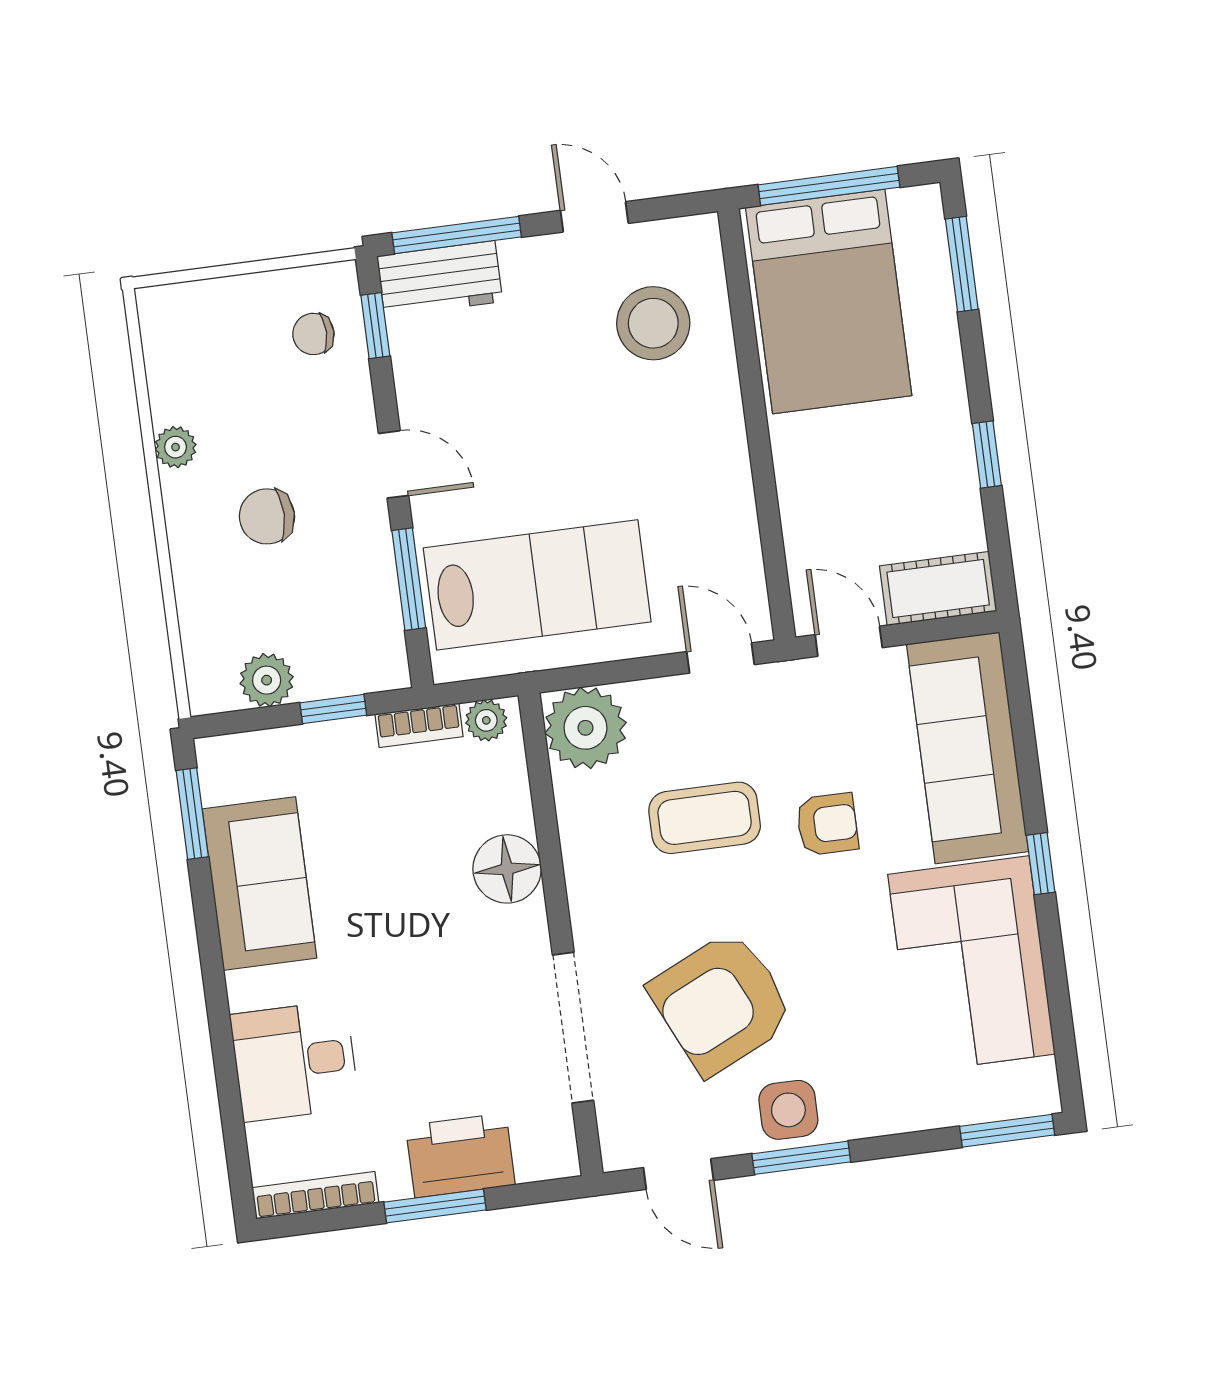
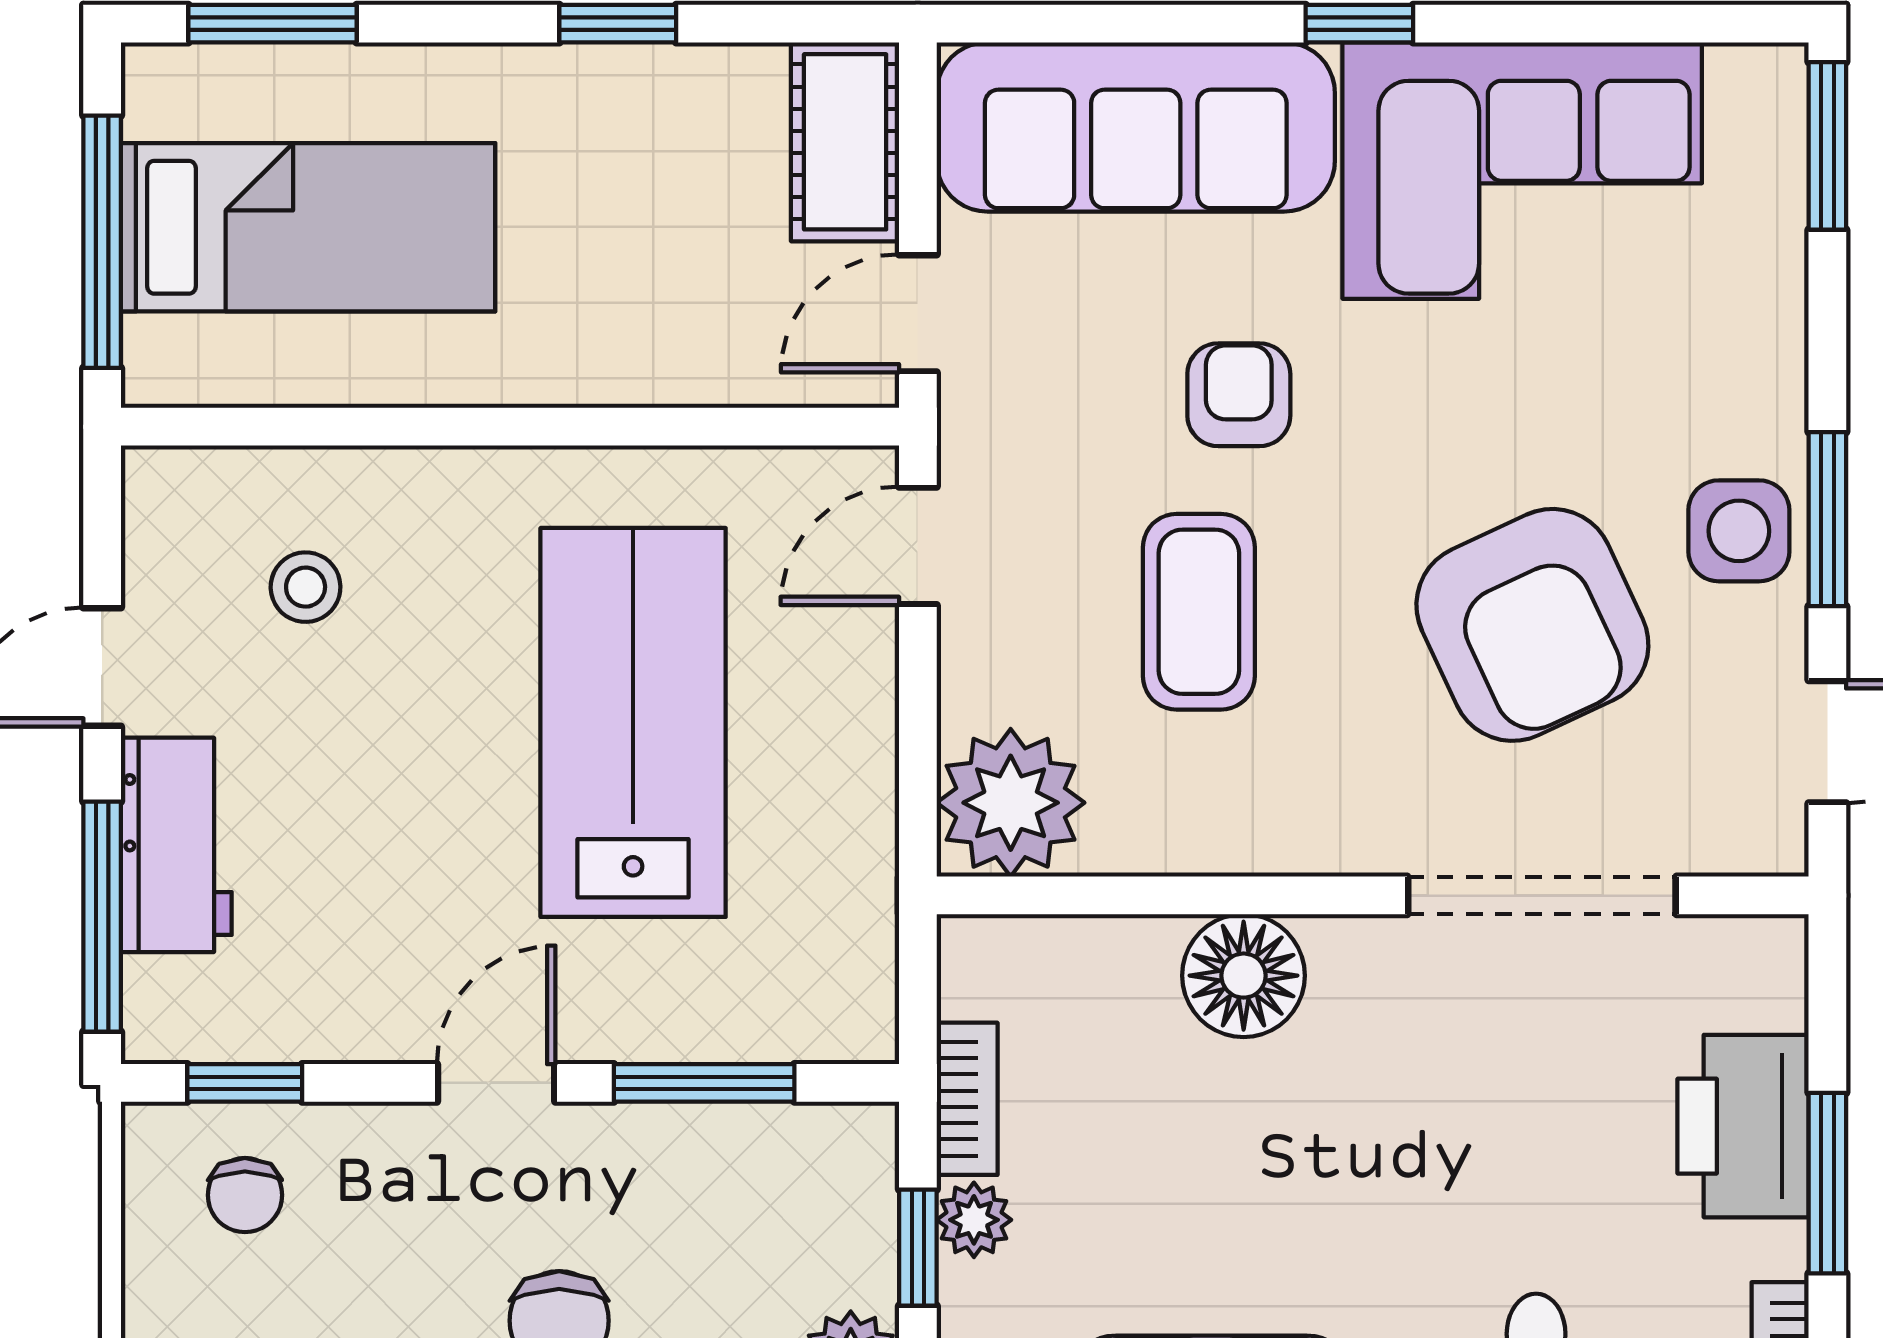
workbench: (440, 279) -> (176, 845), moved
bed: (829, 302) -> (308, 227), width x0.67
stool: (653, 323) -> (306, 587), width x0.53, depth x0.53
lab bench: (537, 585) -> (633, 722), moved
plant: (486, 720) -> (974, 1220), moved

